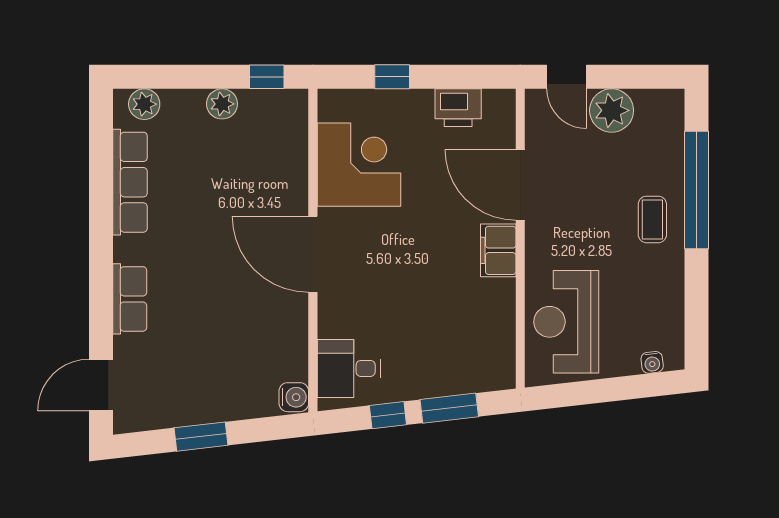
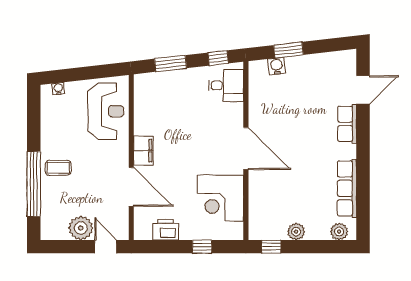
coffee table: (652, 219) -> (58, 168), turned 90
door: (101, 385) -> (363, 90), moved
water cooler: (294, 397) -> (277, 66), moved, turned 83
window: (388, 415) -> (218, 58), moved
window: (201, 437) -> (288, 50), moved

